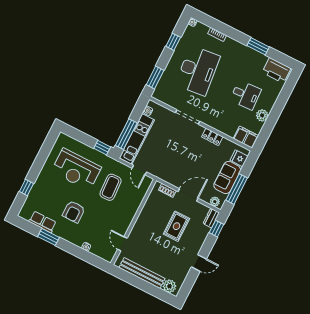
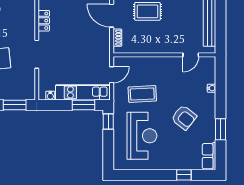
window: (126, 134) -> (83, 105), width x0.69
armchair: (74, 212) -> (184, 117), turned 38
row of seats: (42, 222) -> (209, 156), moved

